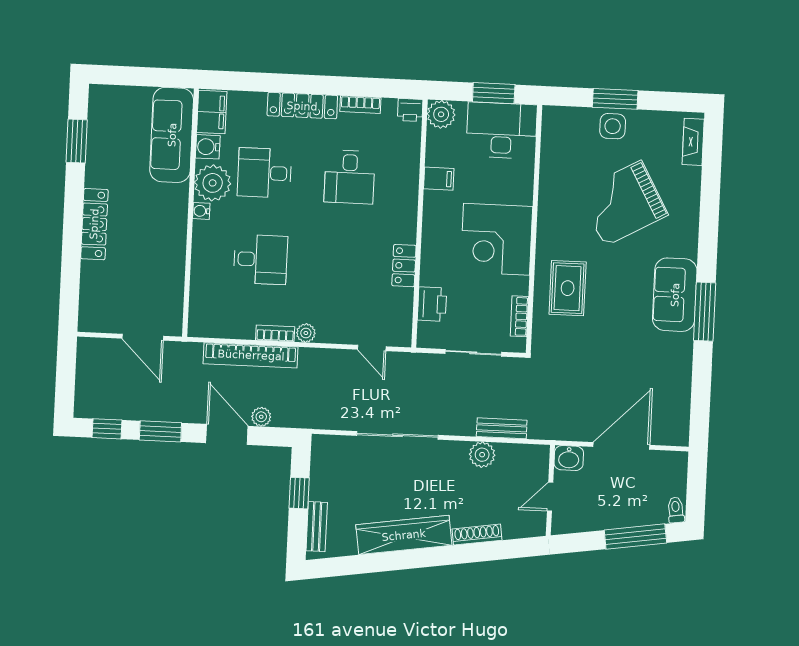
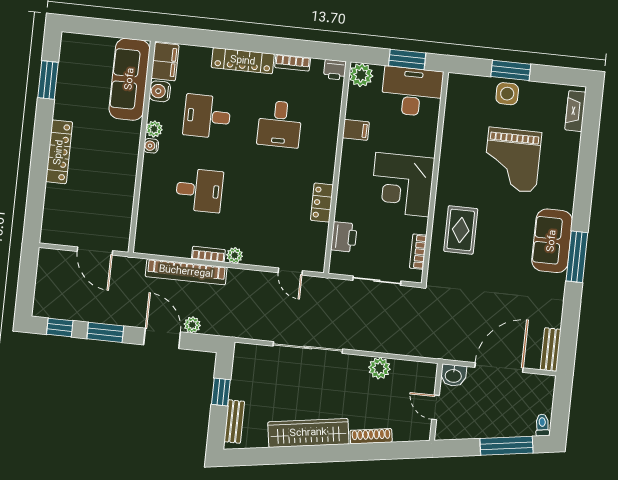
plant: (213, 183) -> (154, 129), width x0.53, depth x0.53
grand piano: (623, 203) -> (512, 160), turned -61
bench: (502, 428) -> (551, 350), moved, turned 90
door: (550, 497) -> (435, 407), hinge flipped

